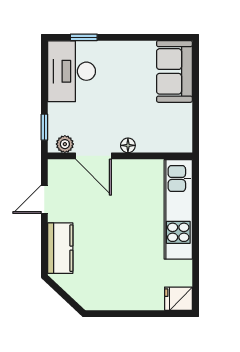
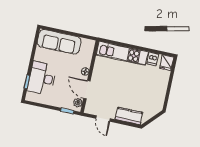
desk: (72, 71) -> (42, 78), moved, turned 90
sofa: (174, 71) -> (59, 42), width x1.36
door: (93, 156) -> (87, 90), swing flipped
dishwasher: (180, 270) -> (153, 59), added

